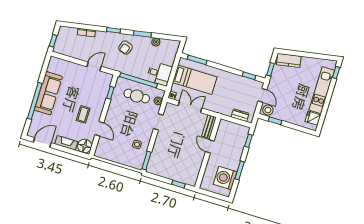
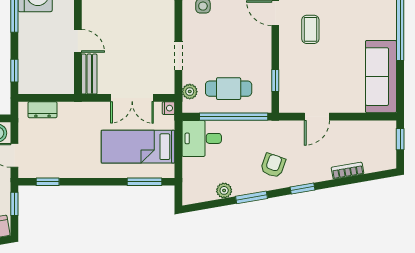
sofa: (48, 93) -> (381, 77), moved

